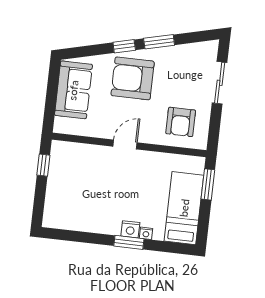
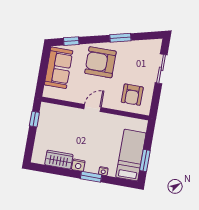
window: (124, 46) -> (71, 41), moved
window: (208, 184) -> (145, 161), moved
wardrobe: (82, 221) -> (59, 160), added
nightstand: (130, 229) -> (78, 165), moved

